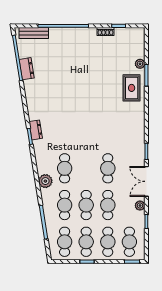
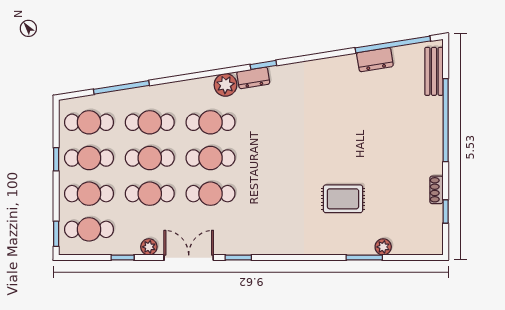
rug: (132, 88) -> (343, 199), moved
dresser: (36, 130) -> (253, 78), moved
cafe table: (86, 168) -> (210, 158), added
plant: (45, 181) -> (225, 85), moved

